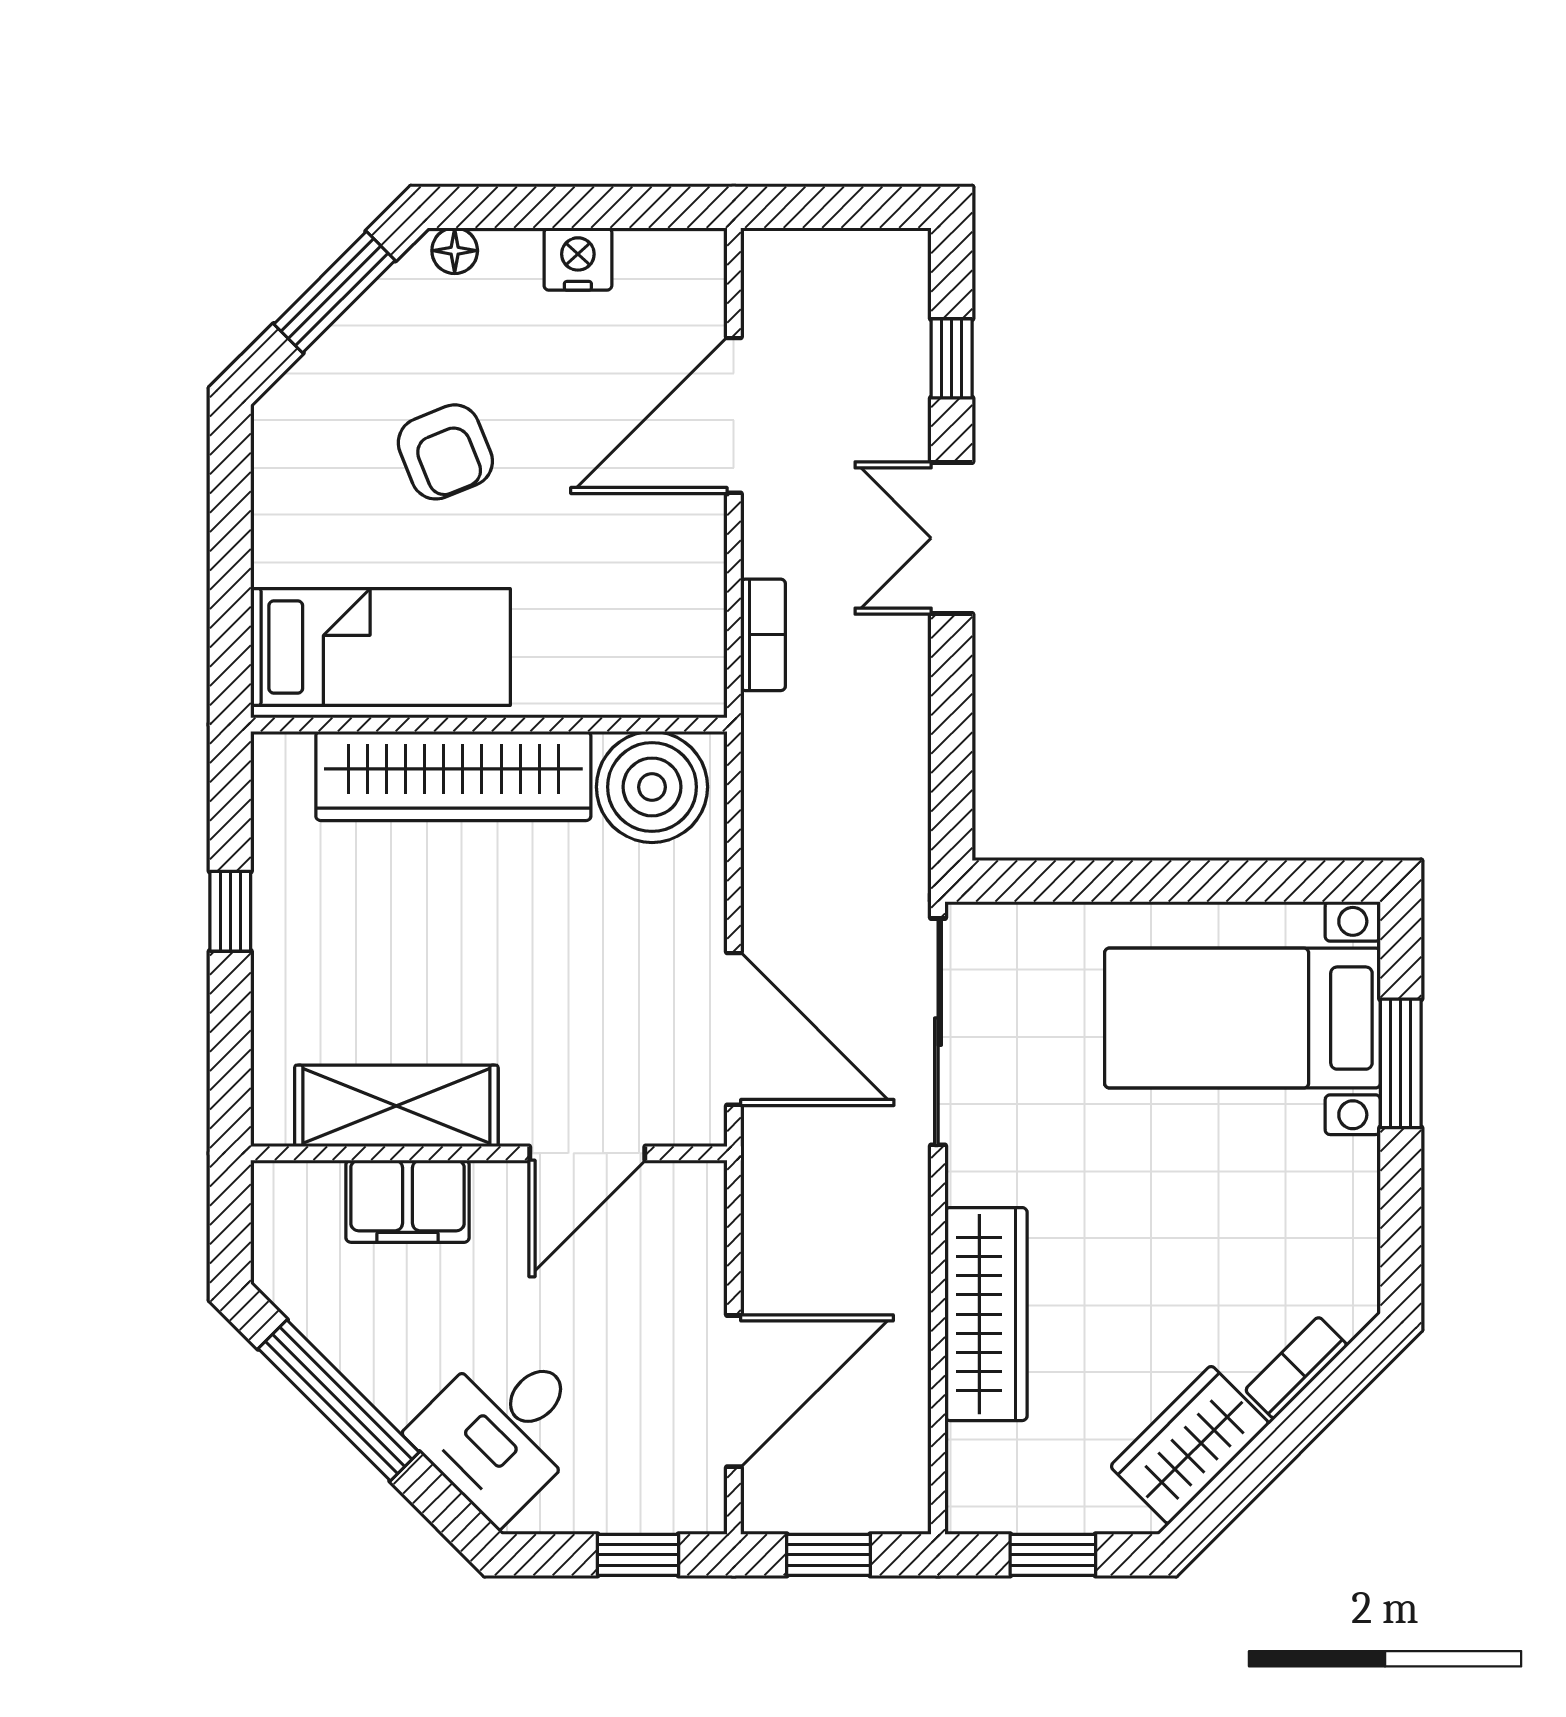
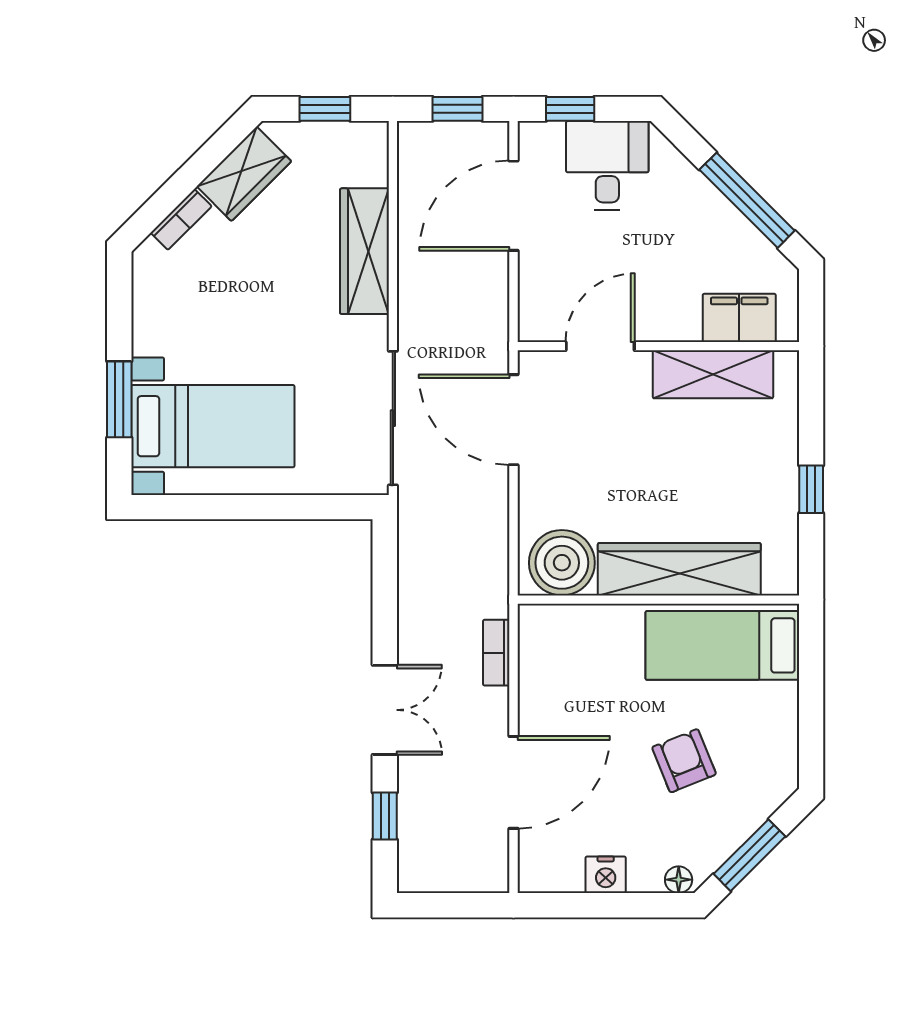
filing cabinet: (408, 1201) -> (739, 318), moved
desk: (503, 1429) -> (607, 165), moved, turned -45

